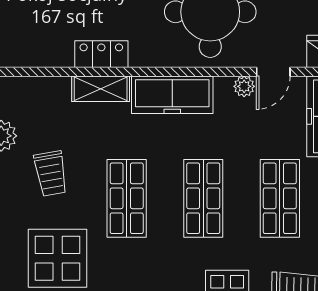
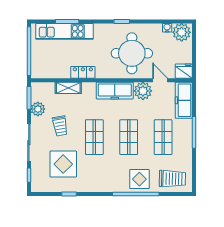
door: (273, 72) -> (160, 80), swing flipped
plant: (244, 86) -> (143, 91), width x1.88, depth x1.88
shelving: (101, 89) -> (68, 88), moved

